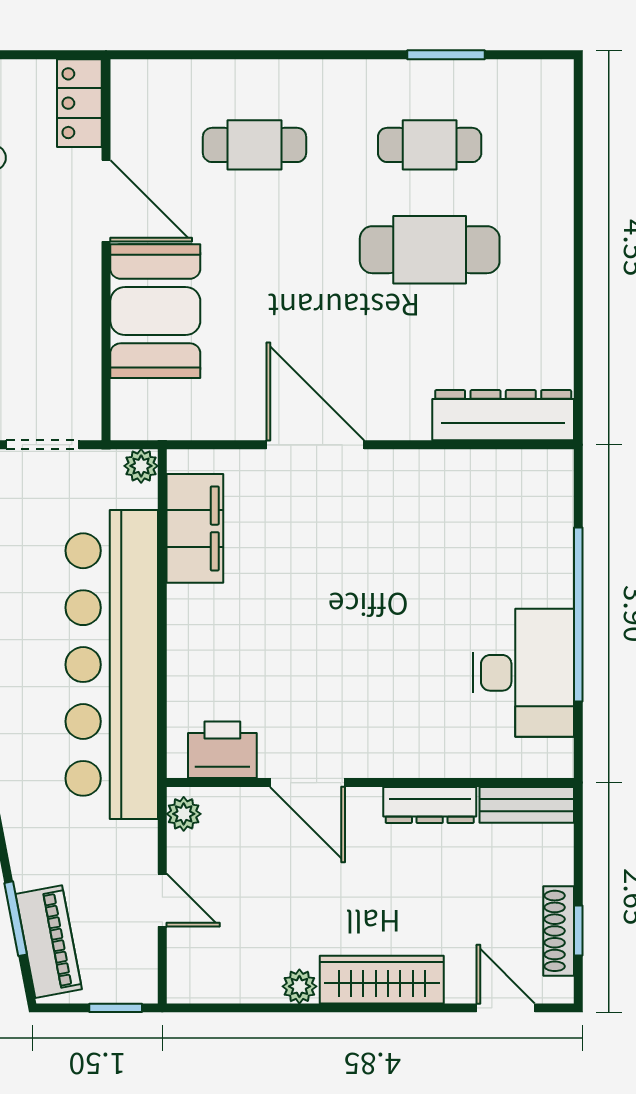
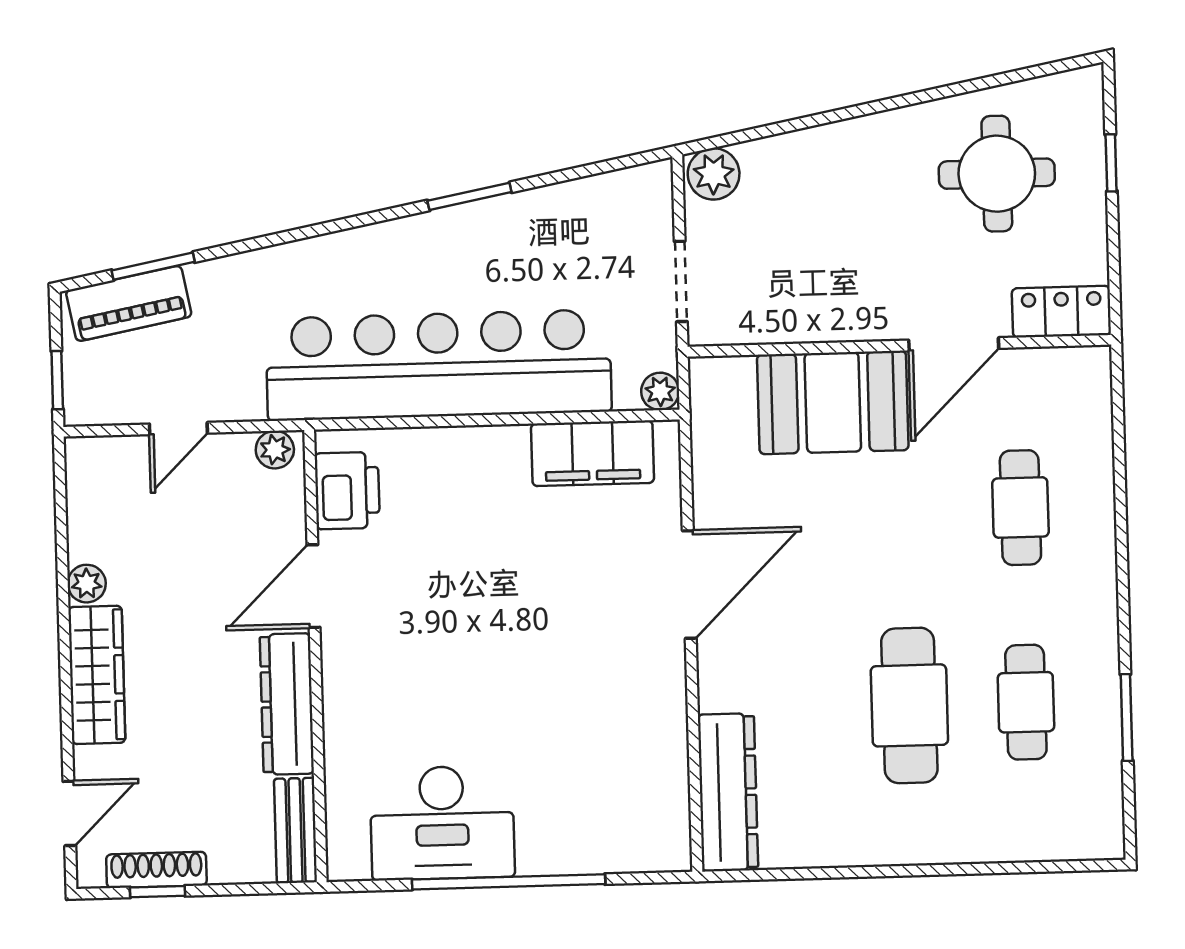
dresser: (430, 805) -> (287, 704), width x1.37, depth x1.24

